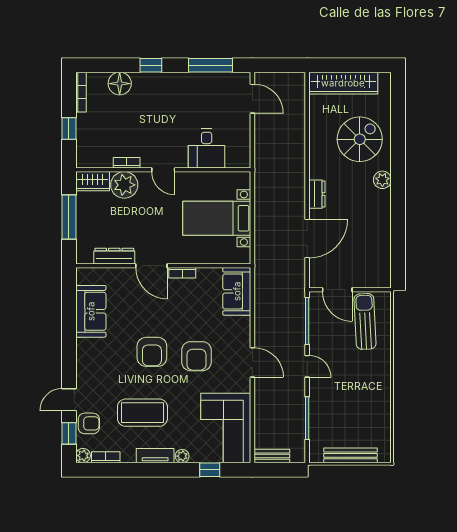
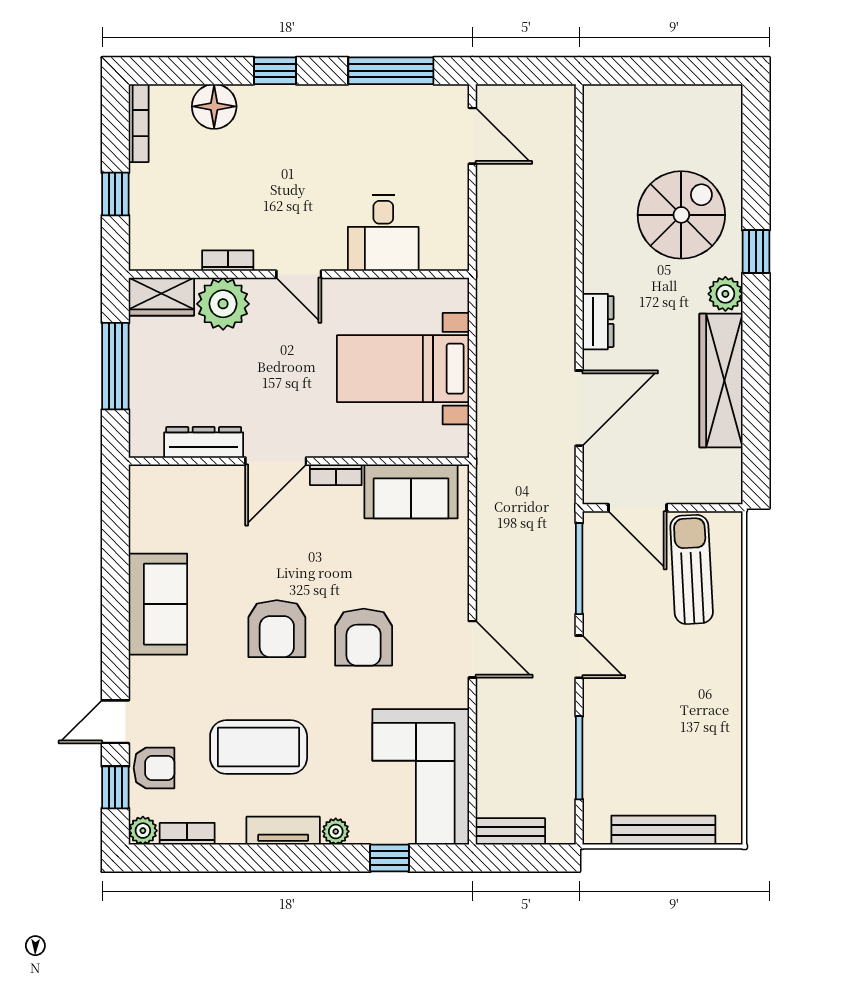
wardrobe: (343, 83) -> (721, 380), moved, turned 90
window: (398, 158) -> (756, 252), added
door: (151, 266) -> (276, 461), hinge flipped
sofa: (237, 291) -> (411, 491), moved, turned -90
sofa: (91, 311) -> (158, 604), moved

